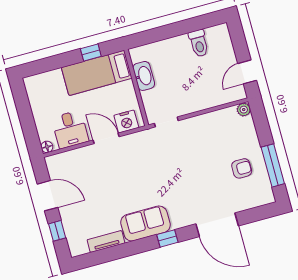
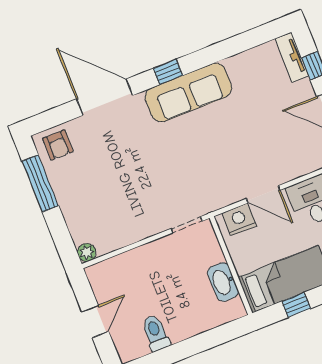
door: (247, 72) -> (95, 322), moved
armchair: (242, 168) -> (58, 145), moved, turned -90
sofa: (146, 224) -> (188, 92), width x1.36
tv unit: (106, 241) -> (292, 57), moved, turned 90

